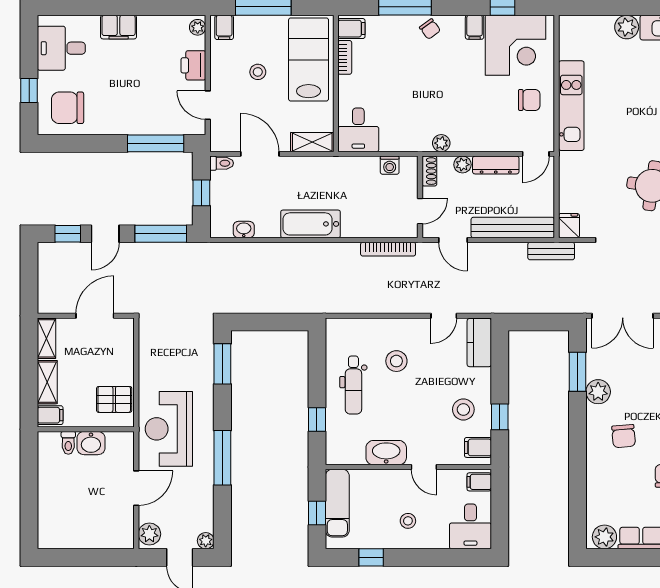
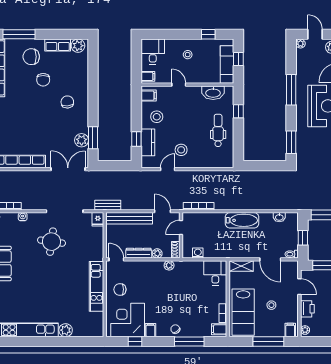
door: (536, 154) -> (116, 259), hinge flipped
kitchen counter: (479, 343) -> (148, 142), moved
stool: (396, 361) -> (181, 150), moved
plant: (598, 392) -> (82, 140), moved
window: (500, 417) -> (136, 139), moved
washbasin: (386, 453) -> (213, 93), moved

